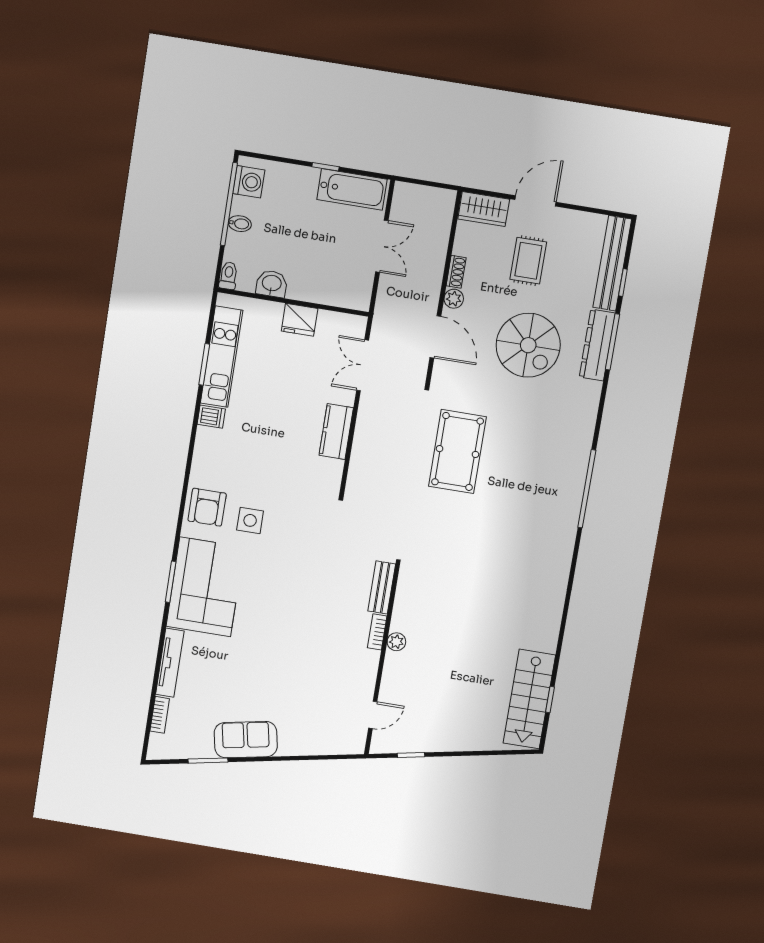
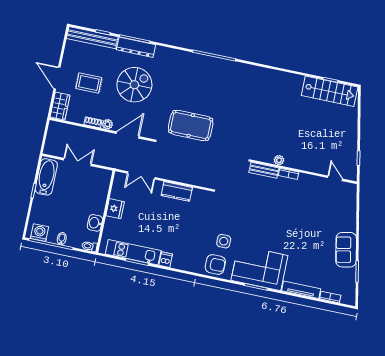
plant: (396, 642) -> (279, 160), moved

